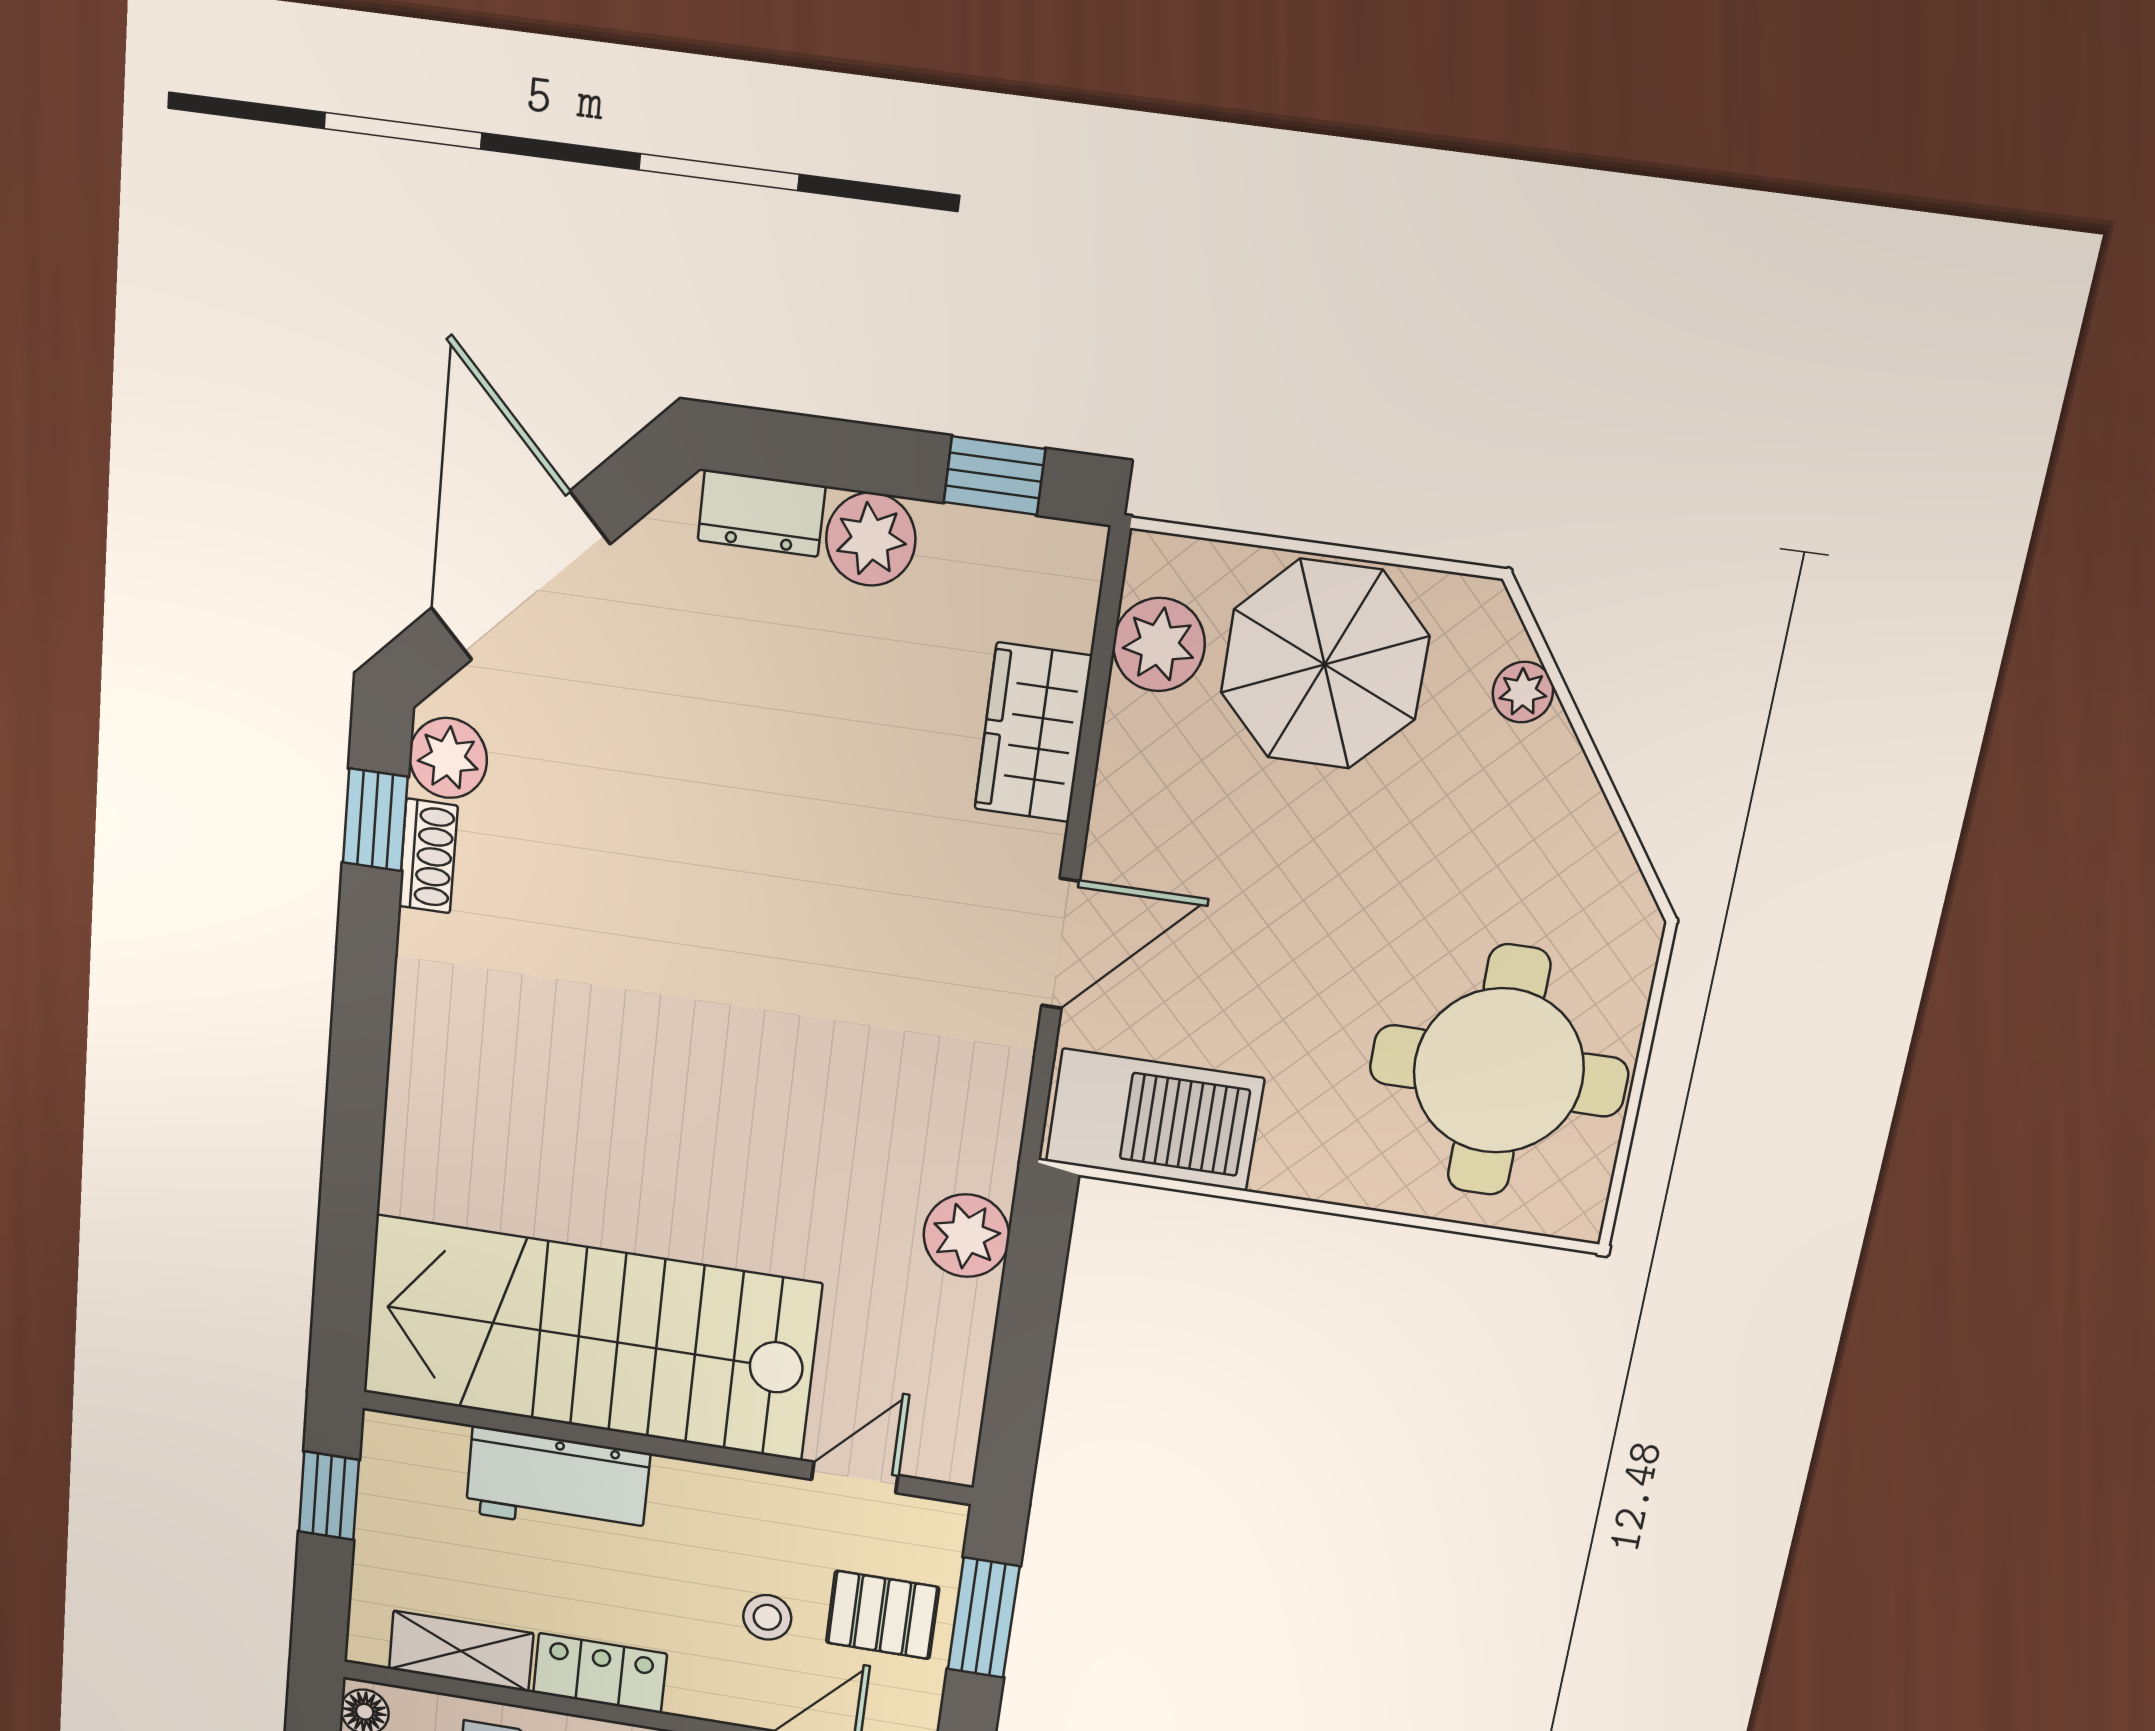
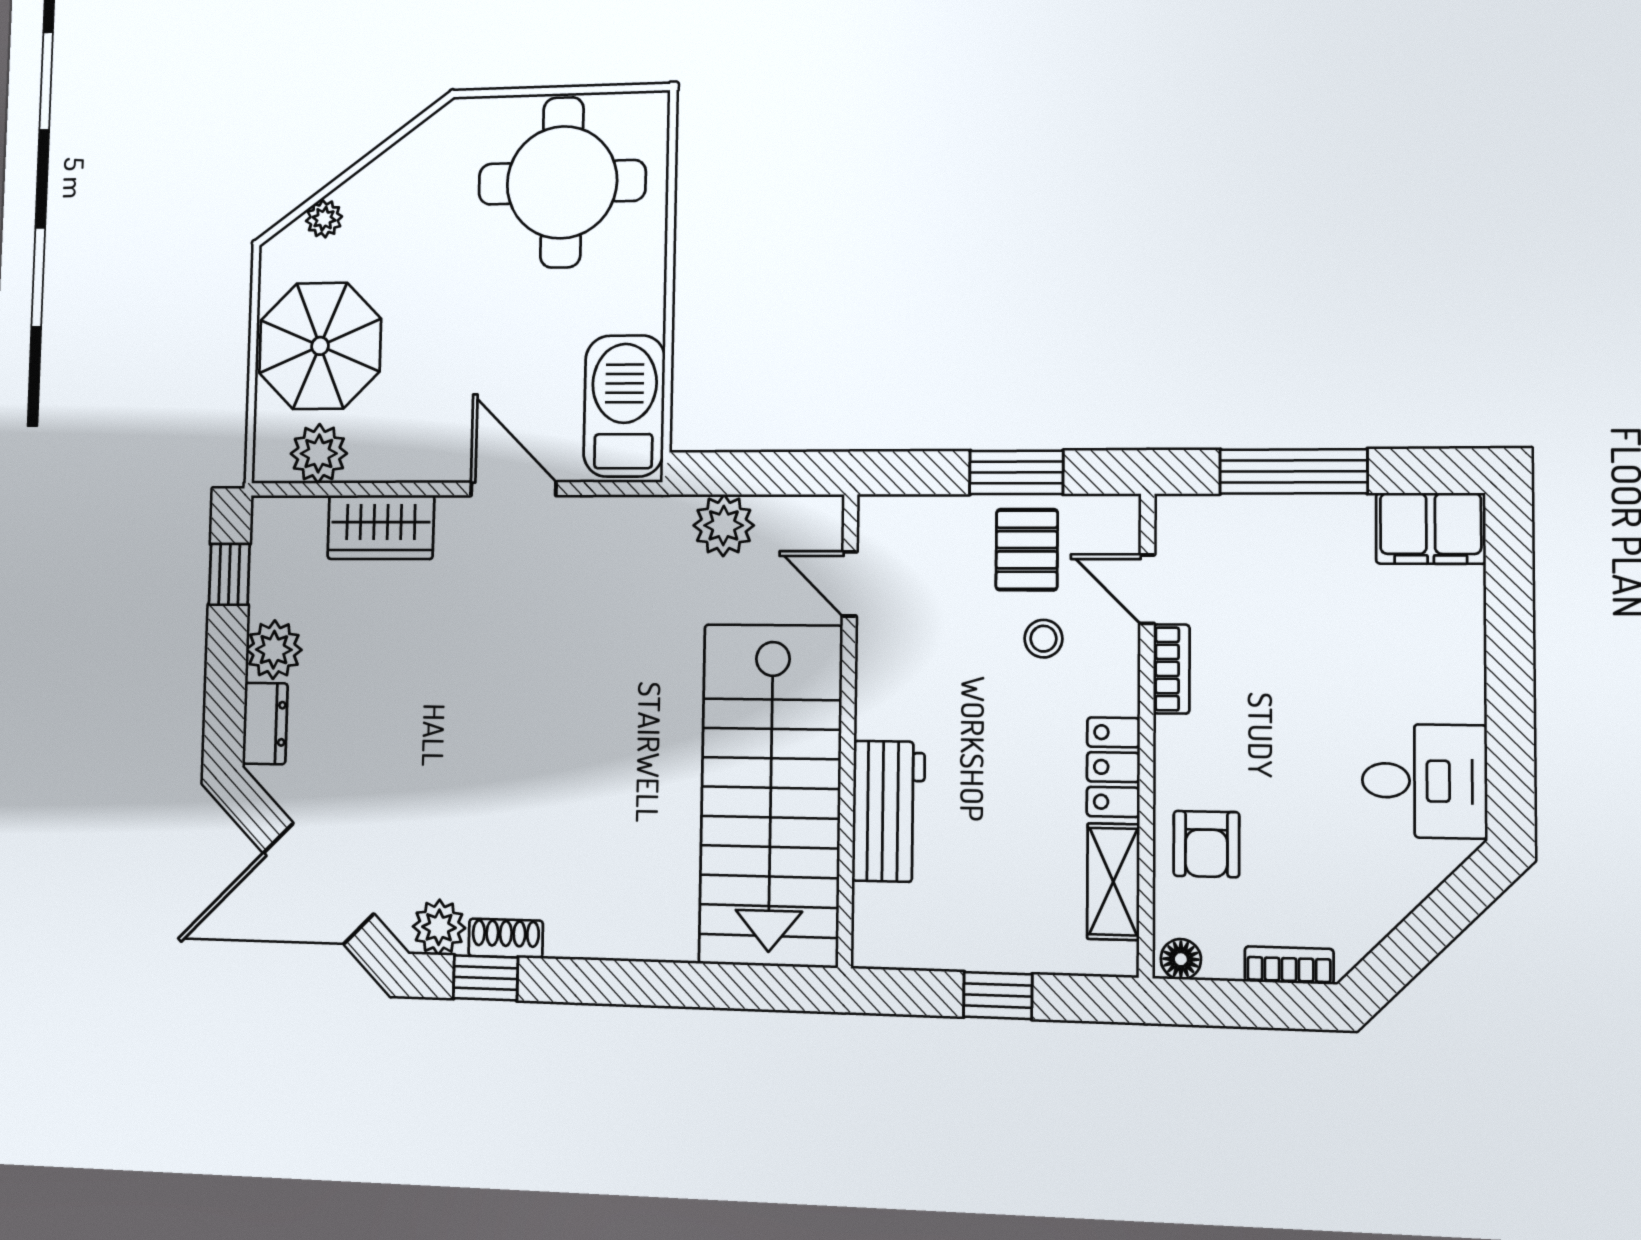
stairs: (590, 1338) -> (771, 795), moved
wall: (666, 1448) -> (848, 730), moved
door: (855, 1477) -> (850, 584), moved
workbench: (557, 1483) -> (888, 811), moved

